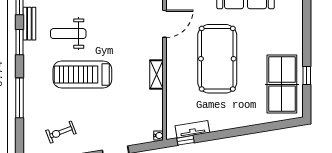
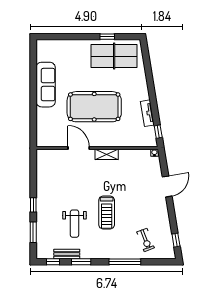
door: (165, 24) -> (79, 148), moved
treadmill: (82, 74) -> (107, 213), width x0.73, depth x0.73
tv unit: (192, 129) -> (147, 113), moved
exercise bike: (61, 132) -> (146, 240), moved

